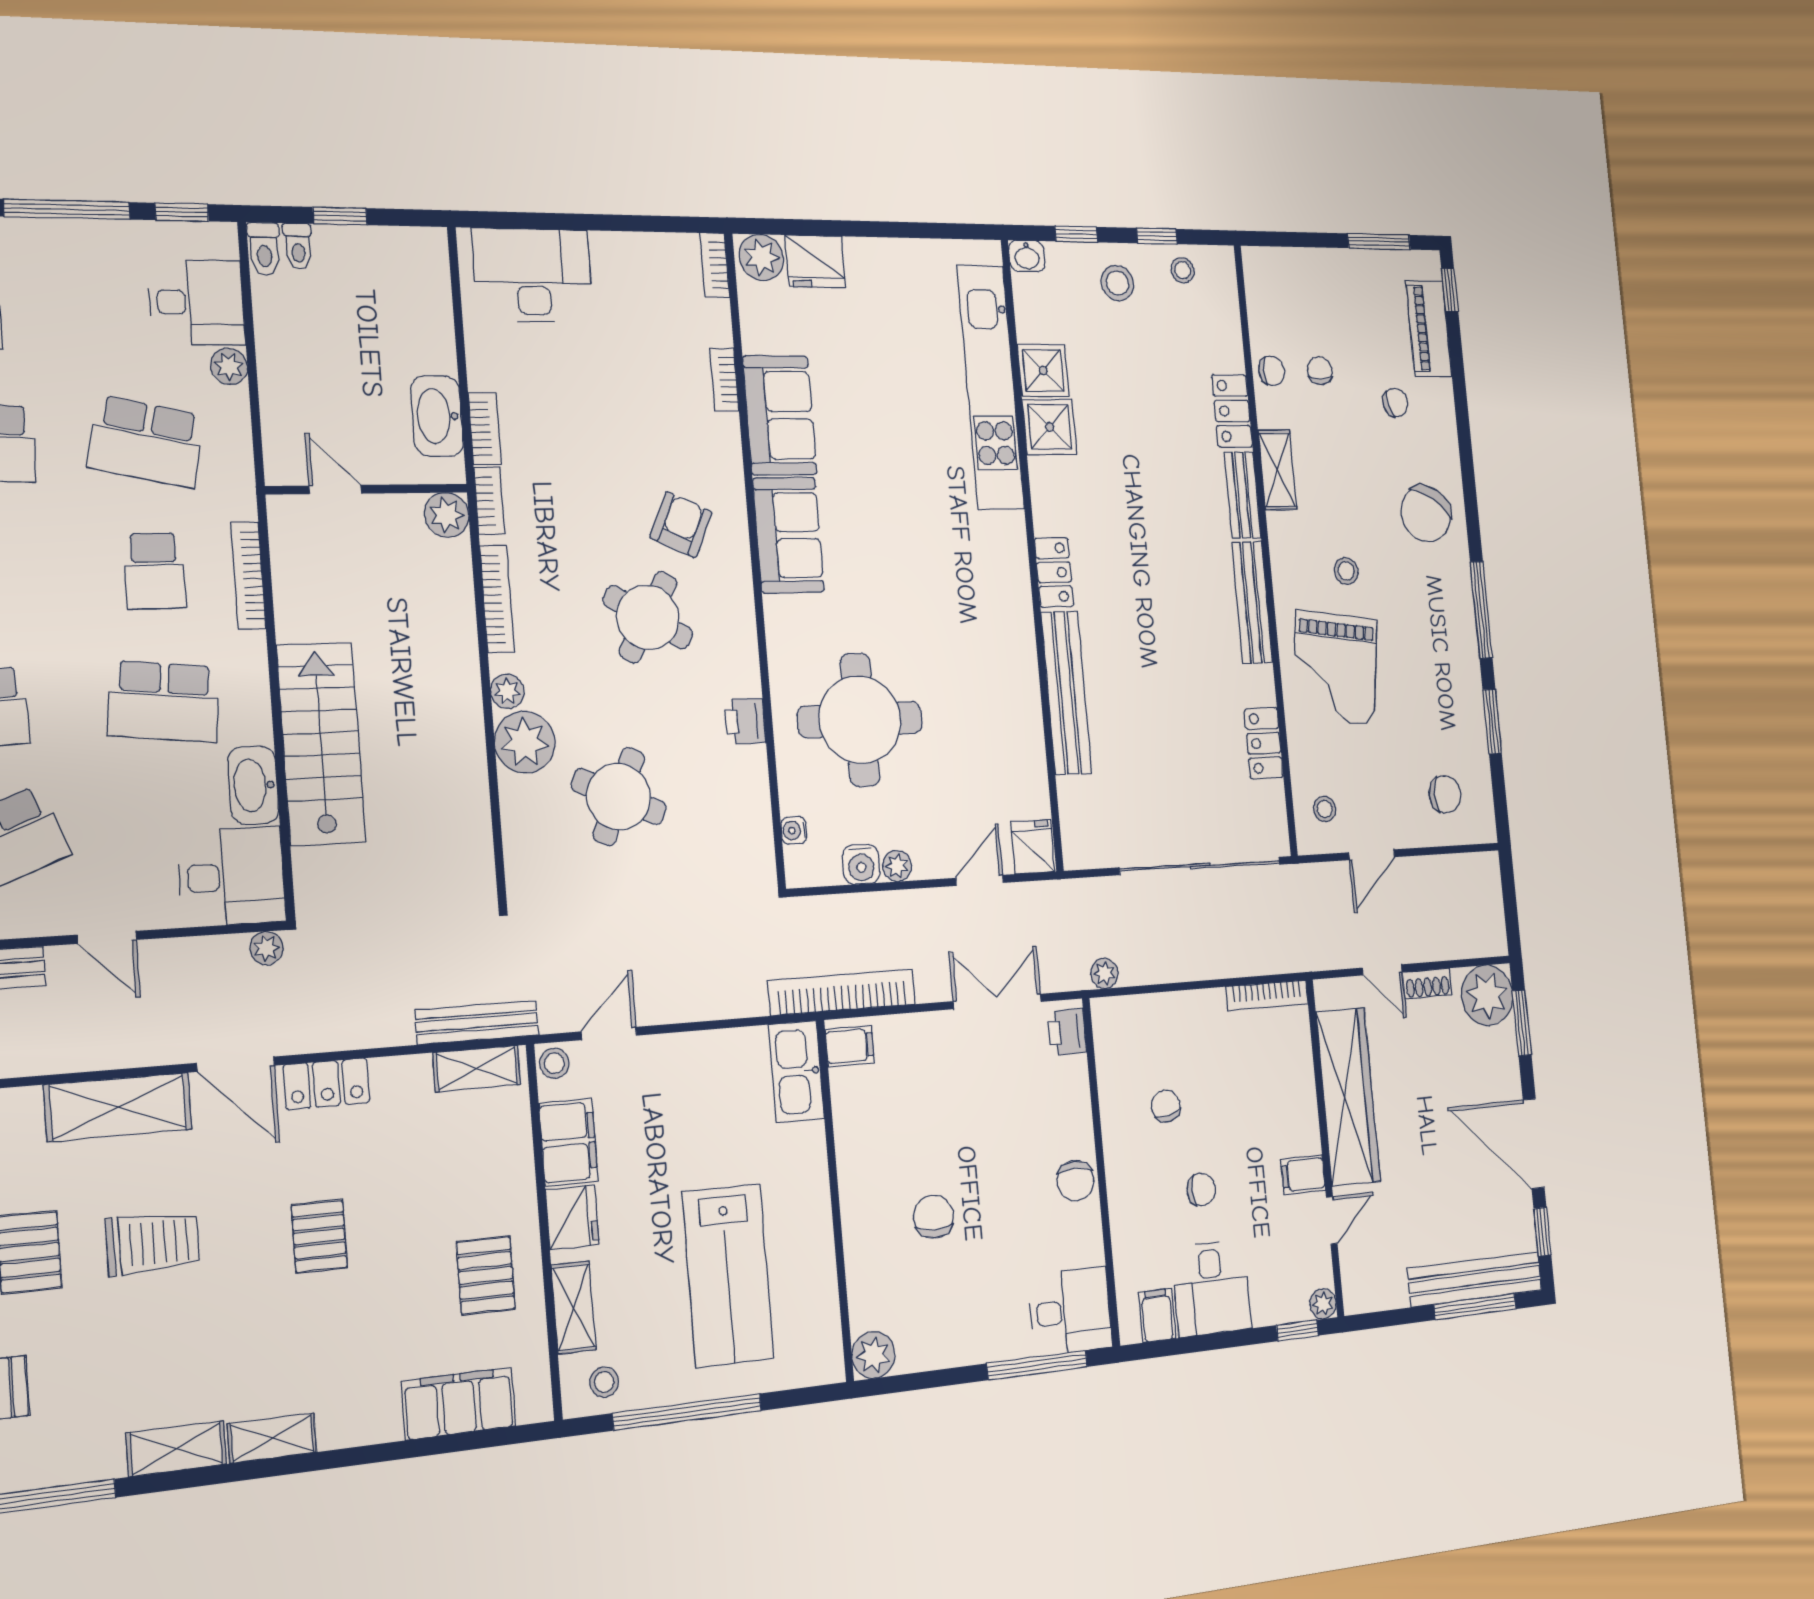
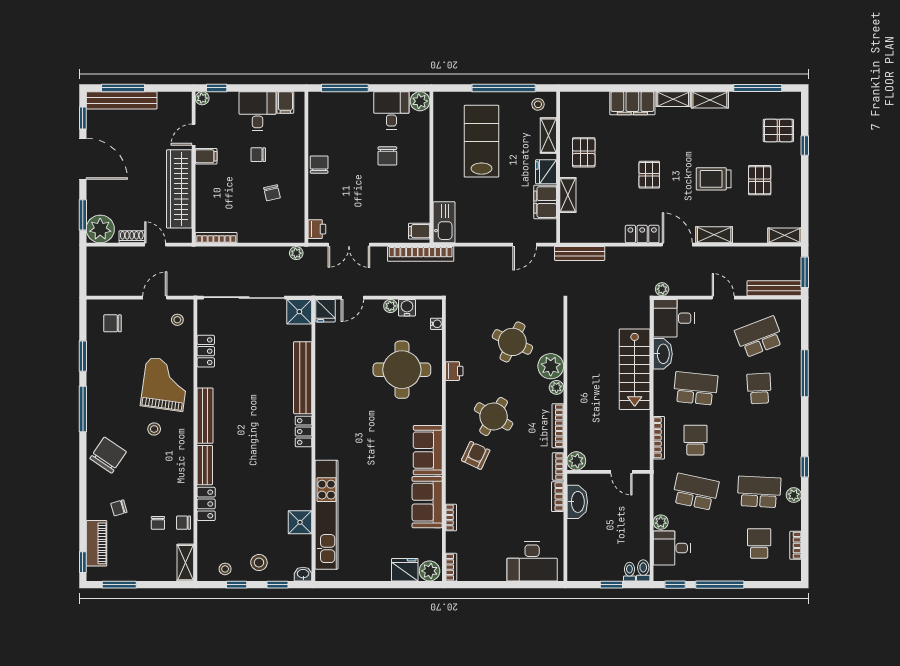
shower: (1050, 427) -> (299, 312), moved
shelving: (1277, 470) -> (185, 563), moved
armchair: (681, 525) -> (476, 455), turned 180
stool: (554, 1063) -> (549, 234), removed
shelving: (477, 1068) -> (568, 195), moved, turned 90
shelving: (118, 1107) -> (714, 235), width x0.67, depth x0.75
desk: (1070, 1311) -> (391, 110), moved, turned 90
filing cabinet: (459, 1404) -> (632, 103), moved

